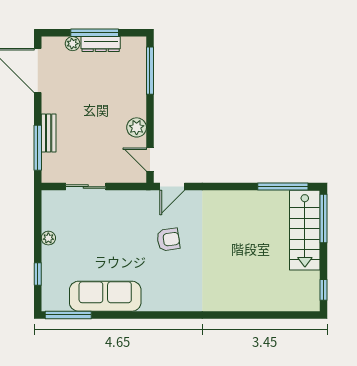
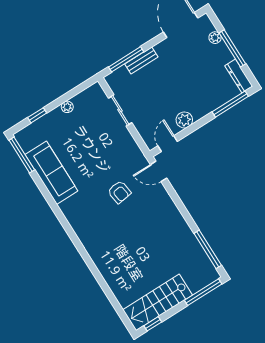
dresser: (101, 44) -> (239, 76), moved
stairs: (305, 230) -> (158, 302), moved

